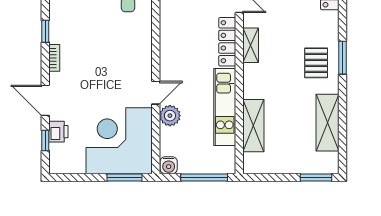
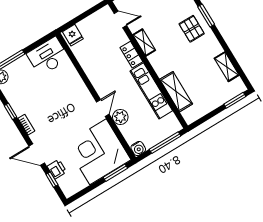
locker: (227, 42) -> (131, 55), width x0.66
shelving: (327, 123) -> (227, 67), width x0.67, depth x0.75

